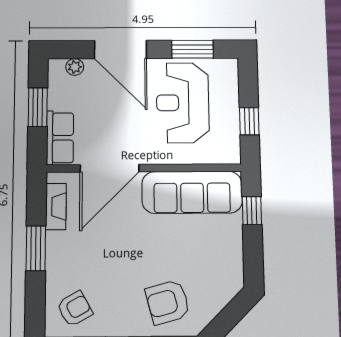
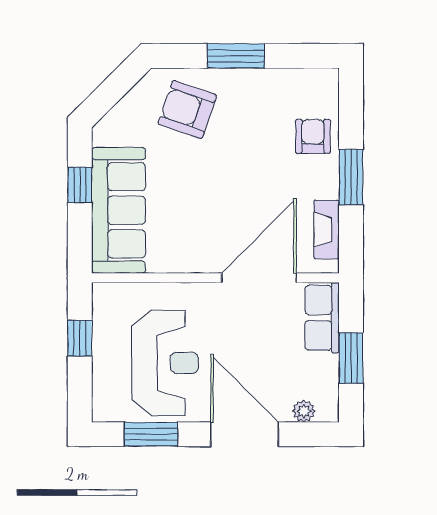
sofa: (192, 192) -> (119, 210), moved, turned 90
window: (252, 211) -> (80, 185), moved
armchair: (168, 302) -> (187, 110), turned -146
armchair: (75, 309) -> (313, 136), moved, turned 119

